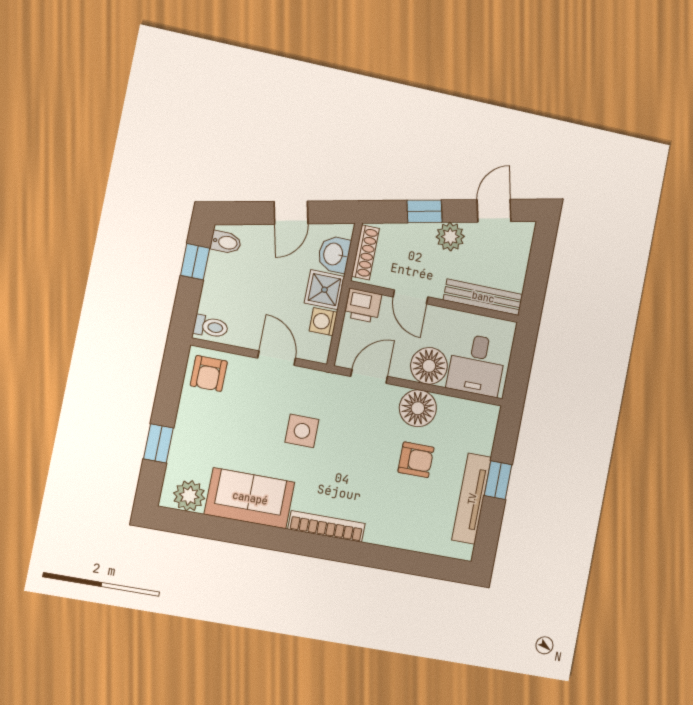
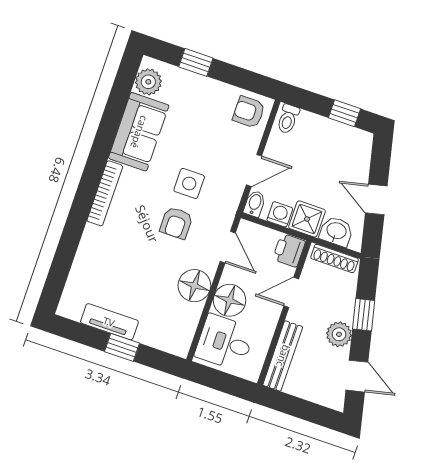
bidet: (226, 242) -> (255, 204), moved, turned 180
armchair: (416, 460) -> (176, 223), moved
tv unit: (472, 499) -> (109, 322), width x0.71

